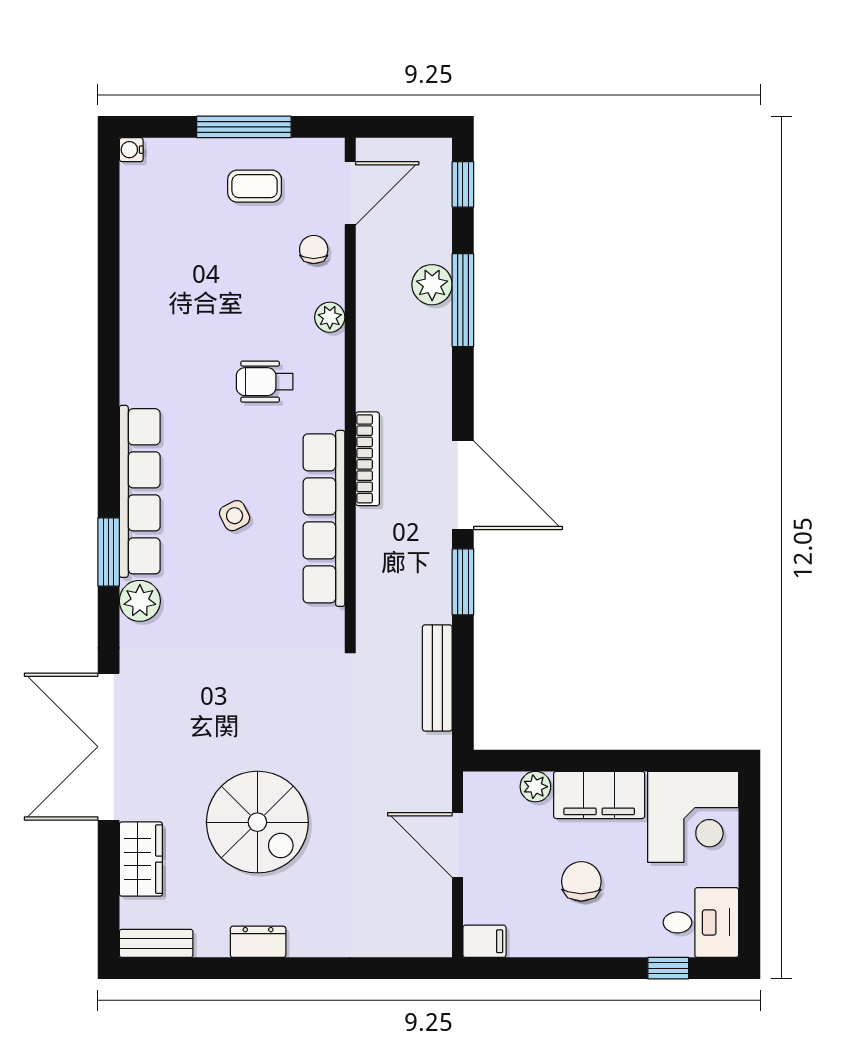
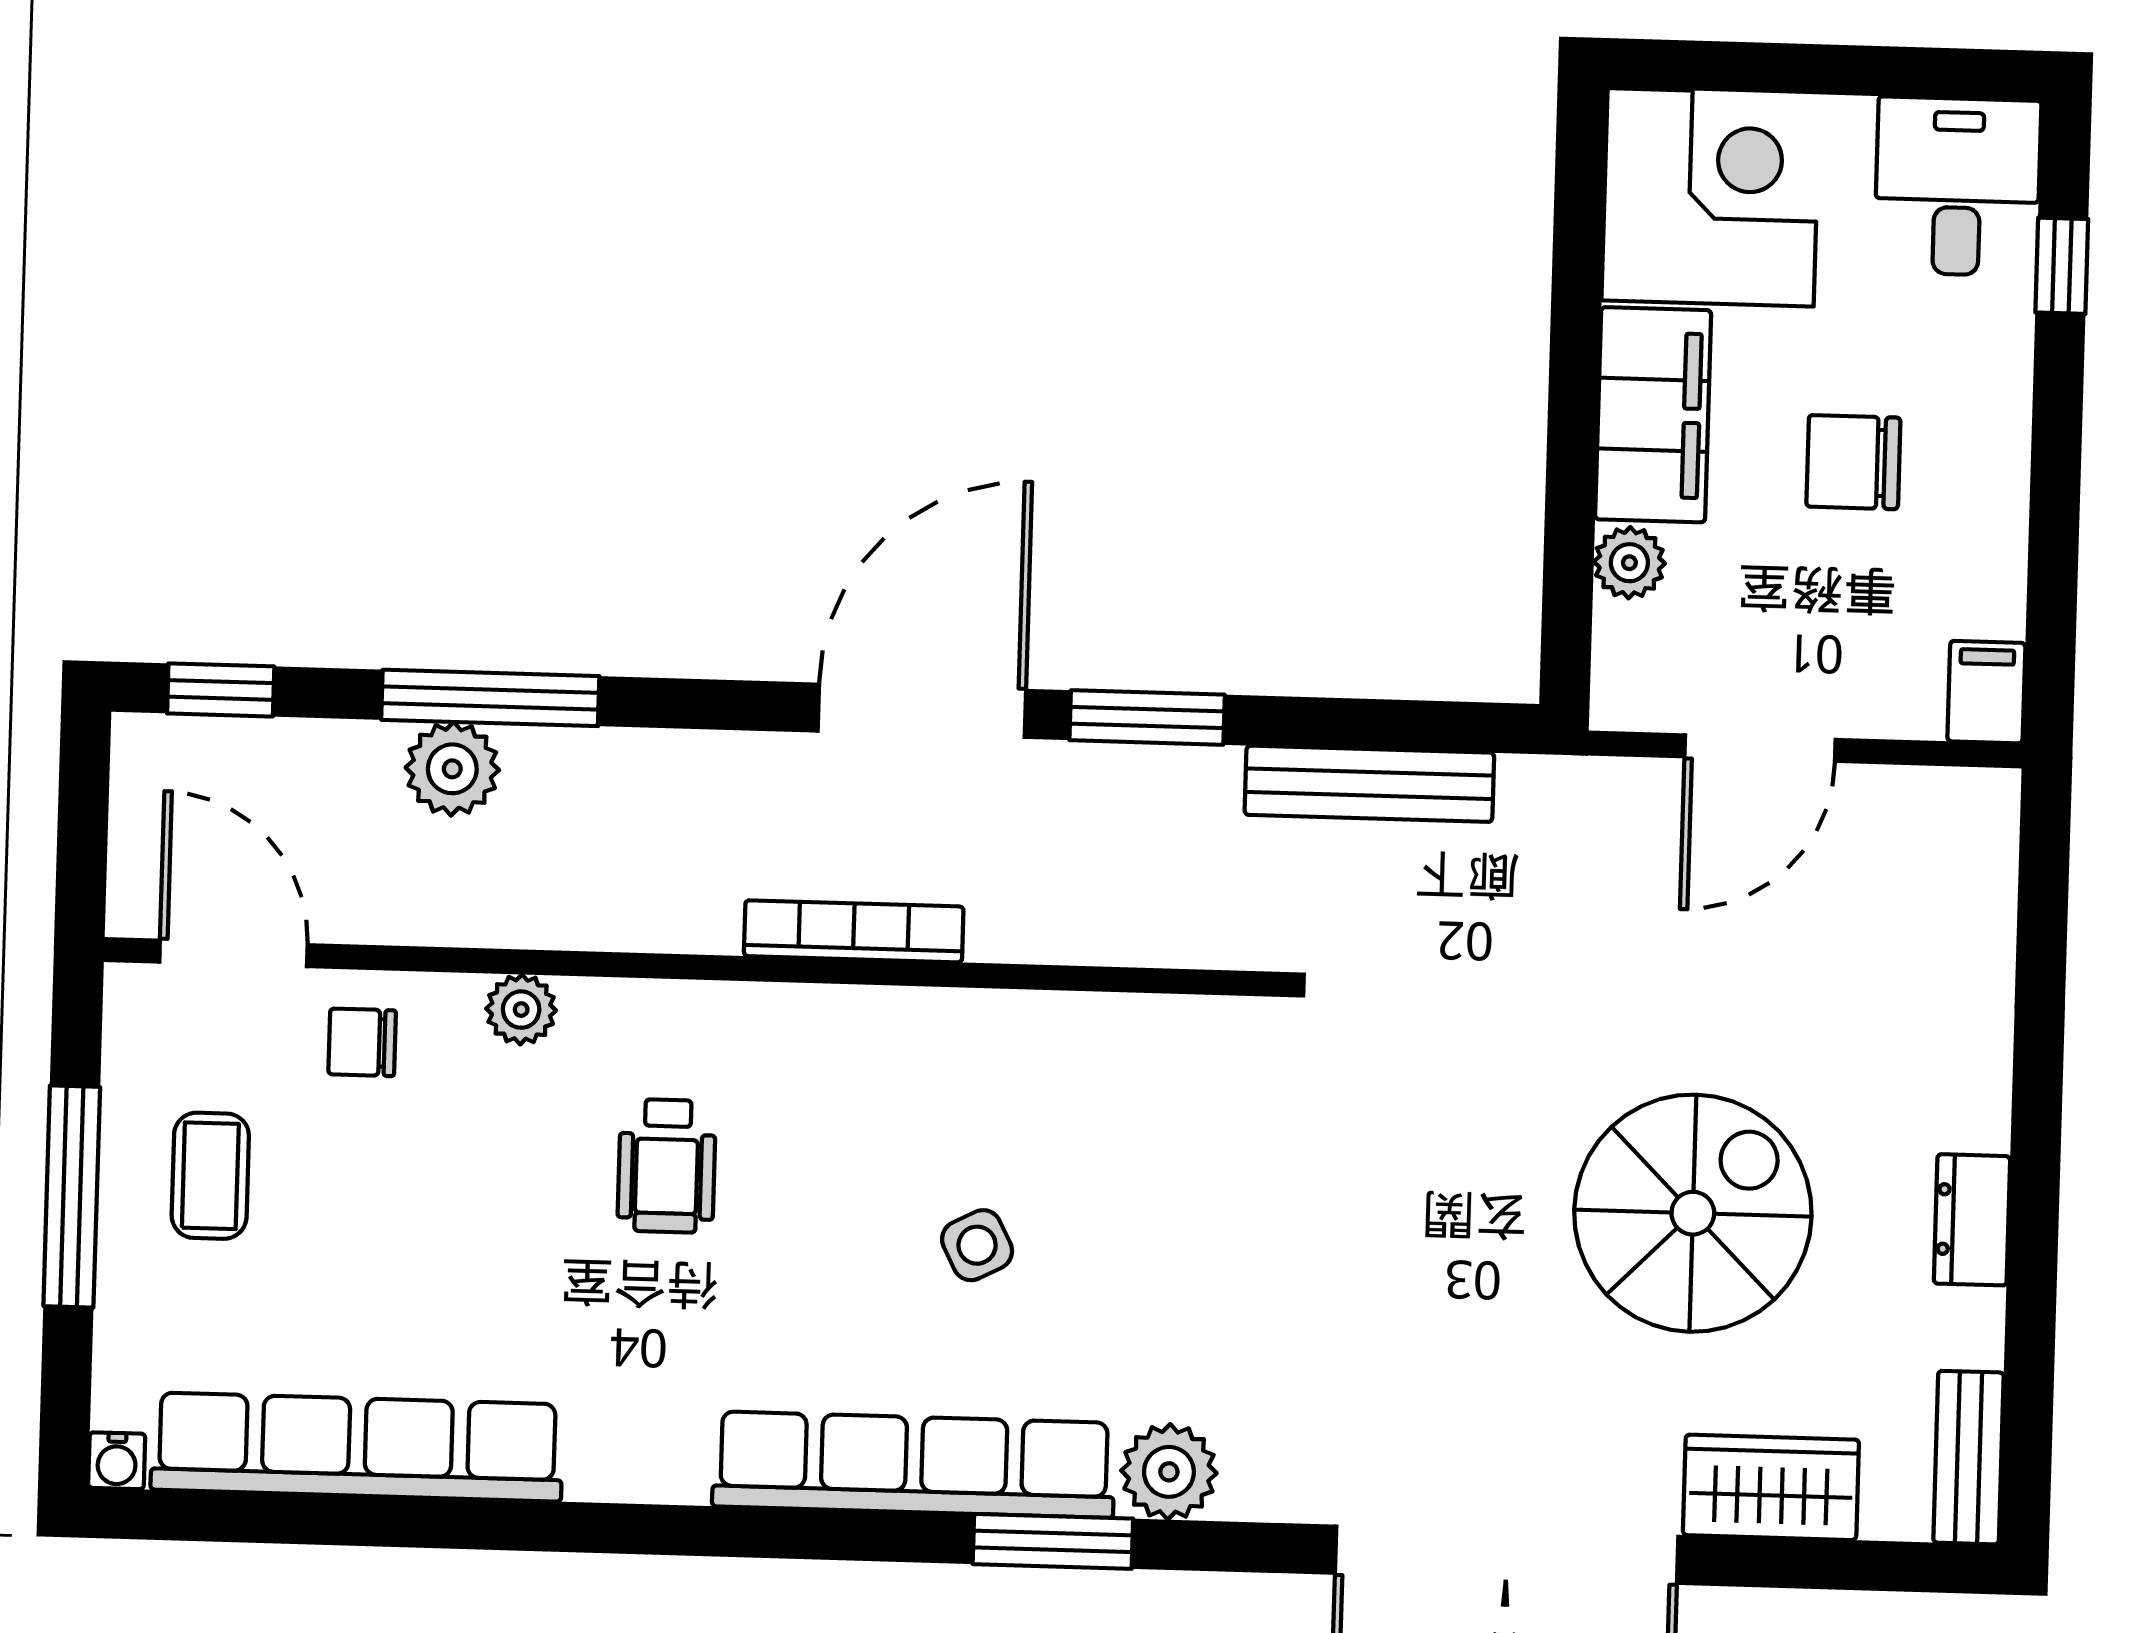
row of seats: (324, 518) -> (357, 1447), moved, turned 180

